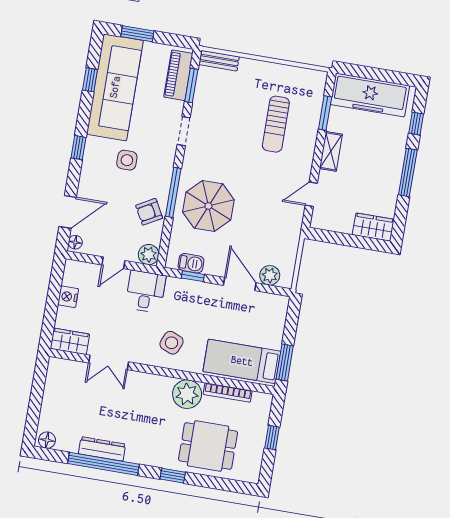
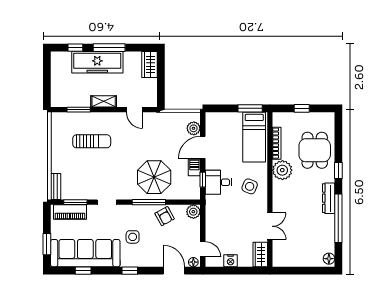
freezer: (370, 95) -> (97, 62), moved, turned 90
door: (113, 263) -> (203, 249), moved
barbecue: (191, 263) -> (194, 168), moved
desk: (146, 292) -> (218, 182), moved
dresser: (102, 449) -> (329, 198), moved

